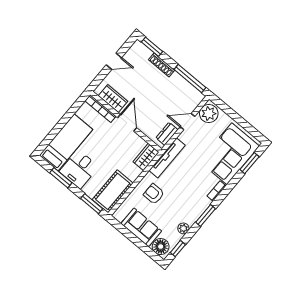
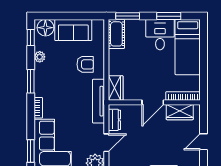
door: (127, 123) -> (153, 102), hinge flipped
cot: (113, 191) -> (116, 34), width x0.73, depth x0.75

